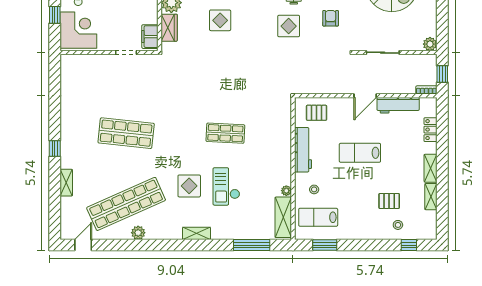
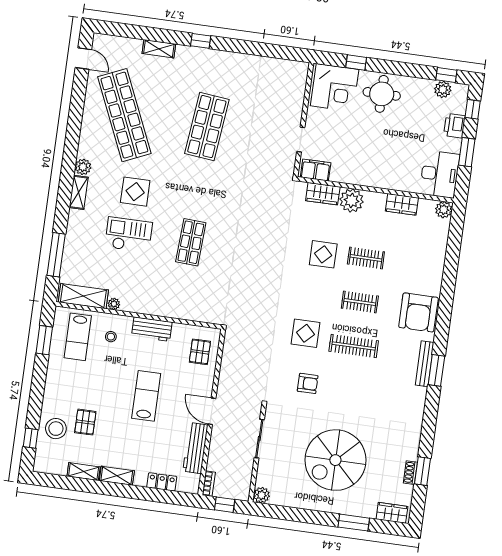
workbench: (303, 150) -> (152, 329), width x0.73
lab bench: (318, 217) -> (78, 337), turned 180
stool: (398, 225) -> (56, 429), width x1.89, depth x1.89
plant: (138, 233) -> (83, 167), moved

